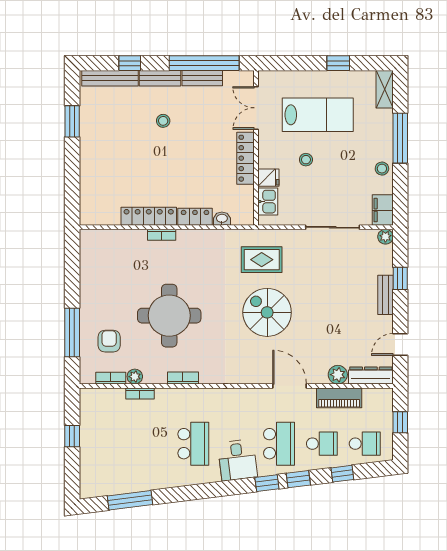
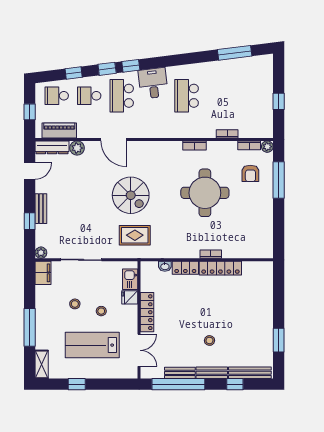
stool: (382, 169) -> (75, 304), moved
plant: (135, 377) -> (267, 147), moved
piano: (339, 398) -> (59, 130), moved

